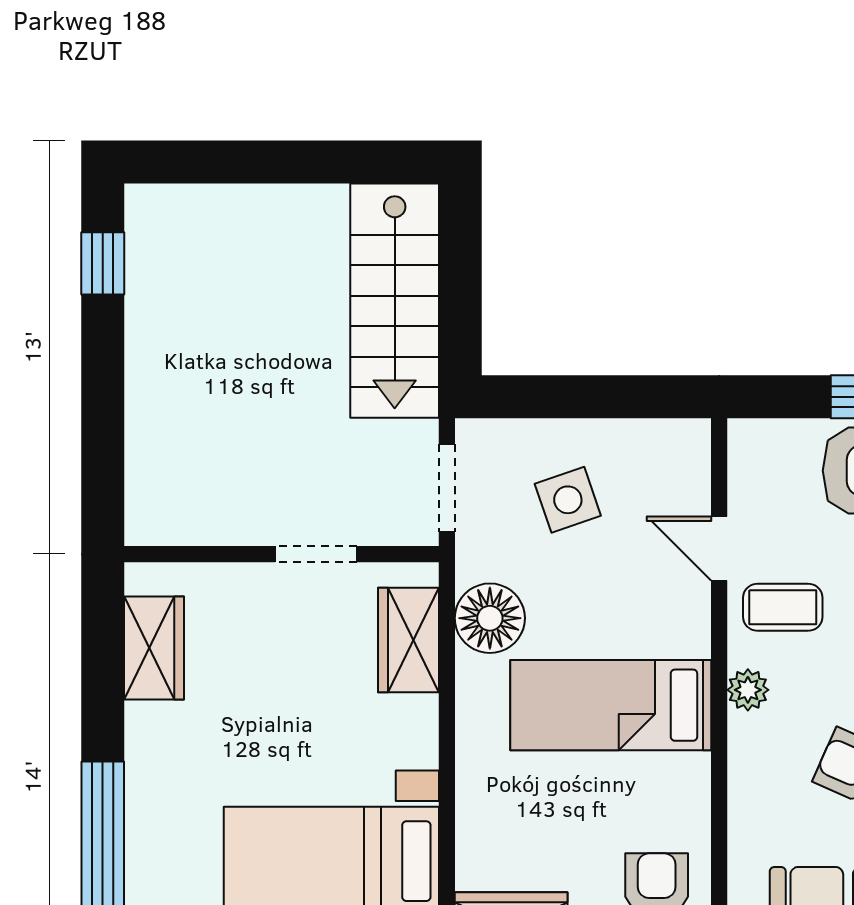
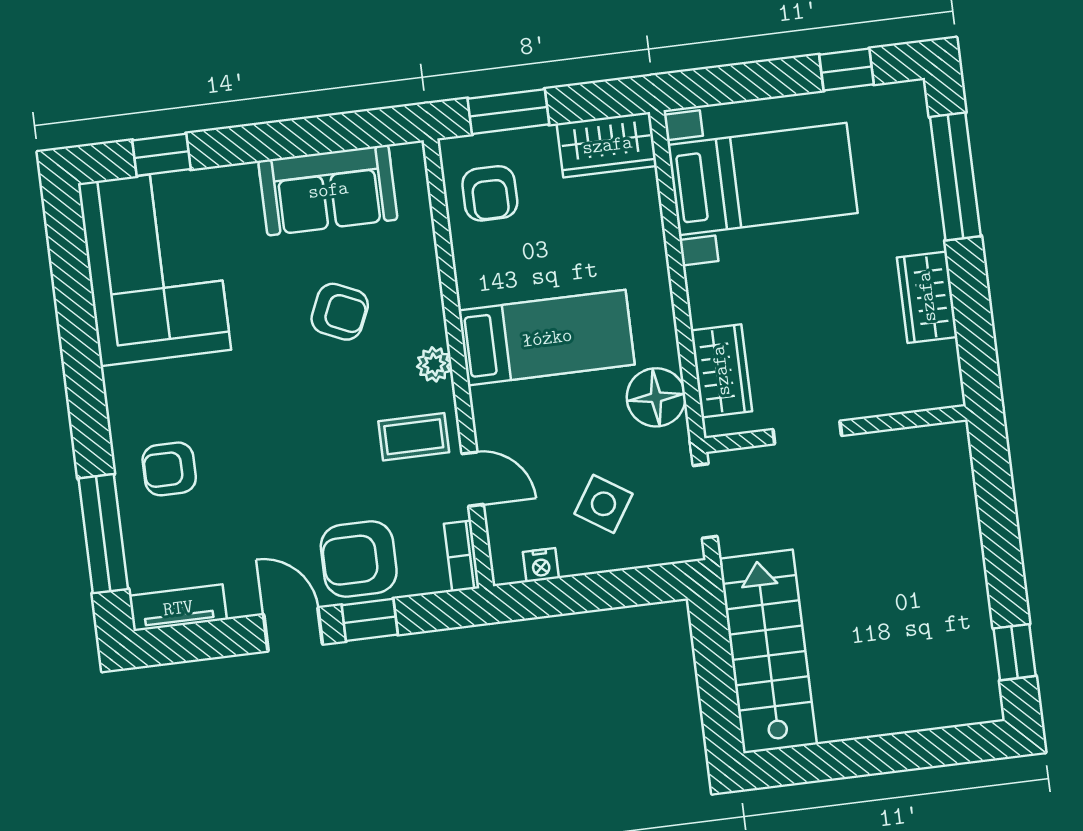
nightstand: (651, 436) -> (541, 565), added
bookcase: (743, 459) -> (462, 556), added
side table: (568, 500) -> (603, 504), turned -38
wardrobe: (154, 648) -> (927, 297), moved

